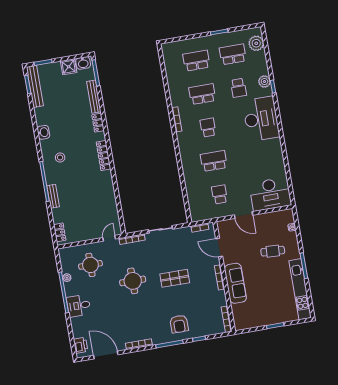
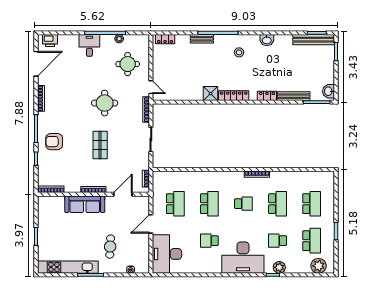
shower: (69, 67) -> (211, 93), moved
school desk: (250, 155) -> (209, 241), added
school desk: (220, 194) -> (175, 204), width x1.85

